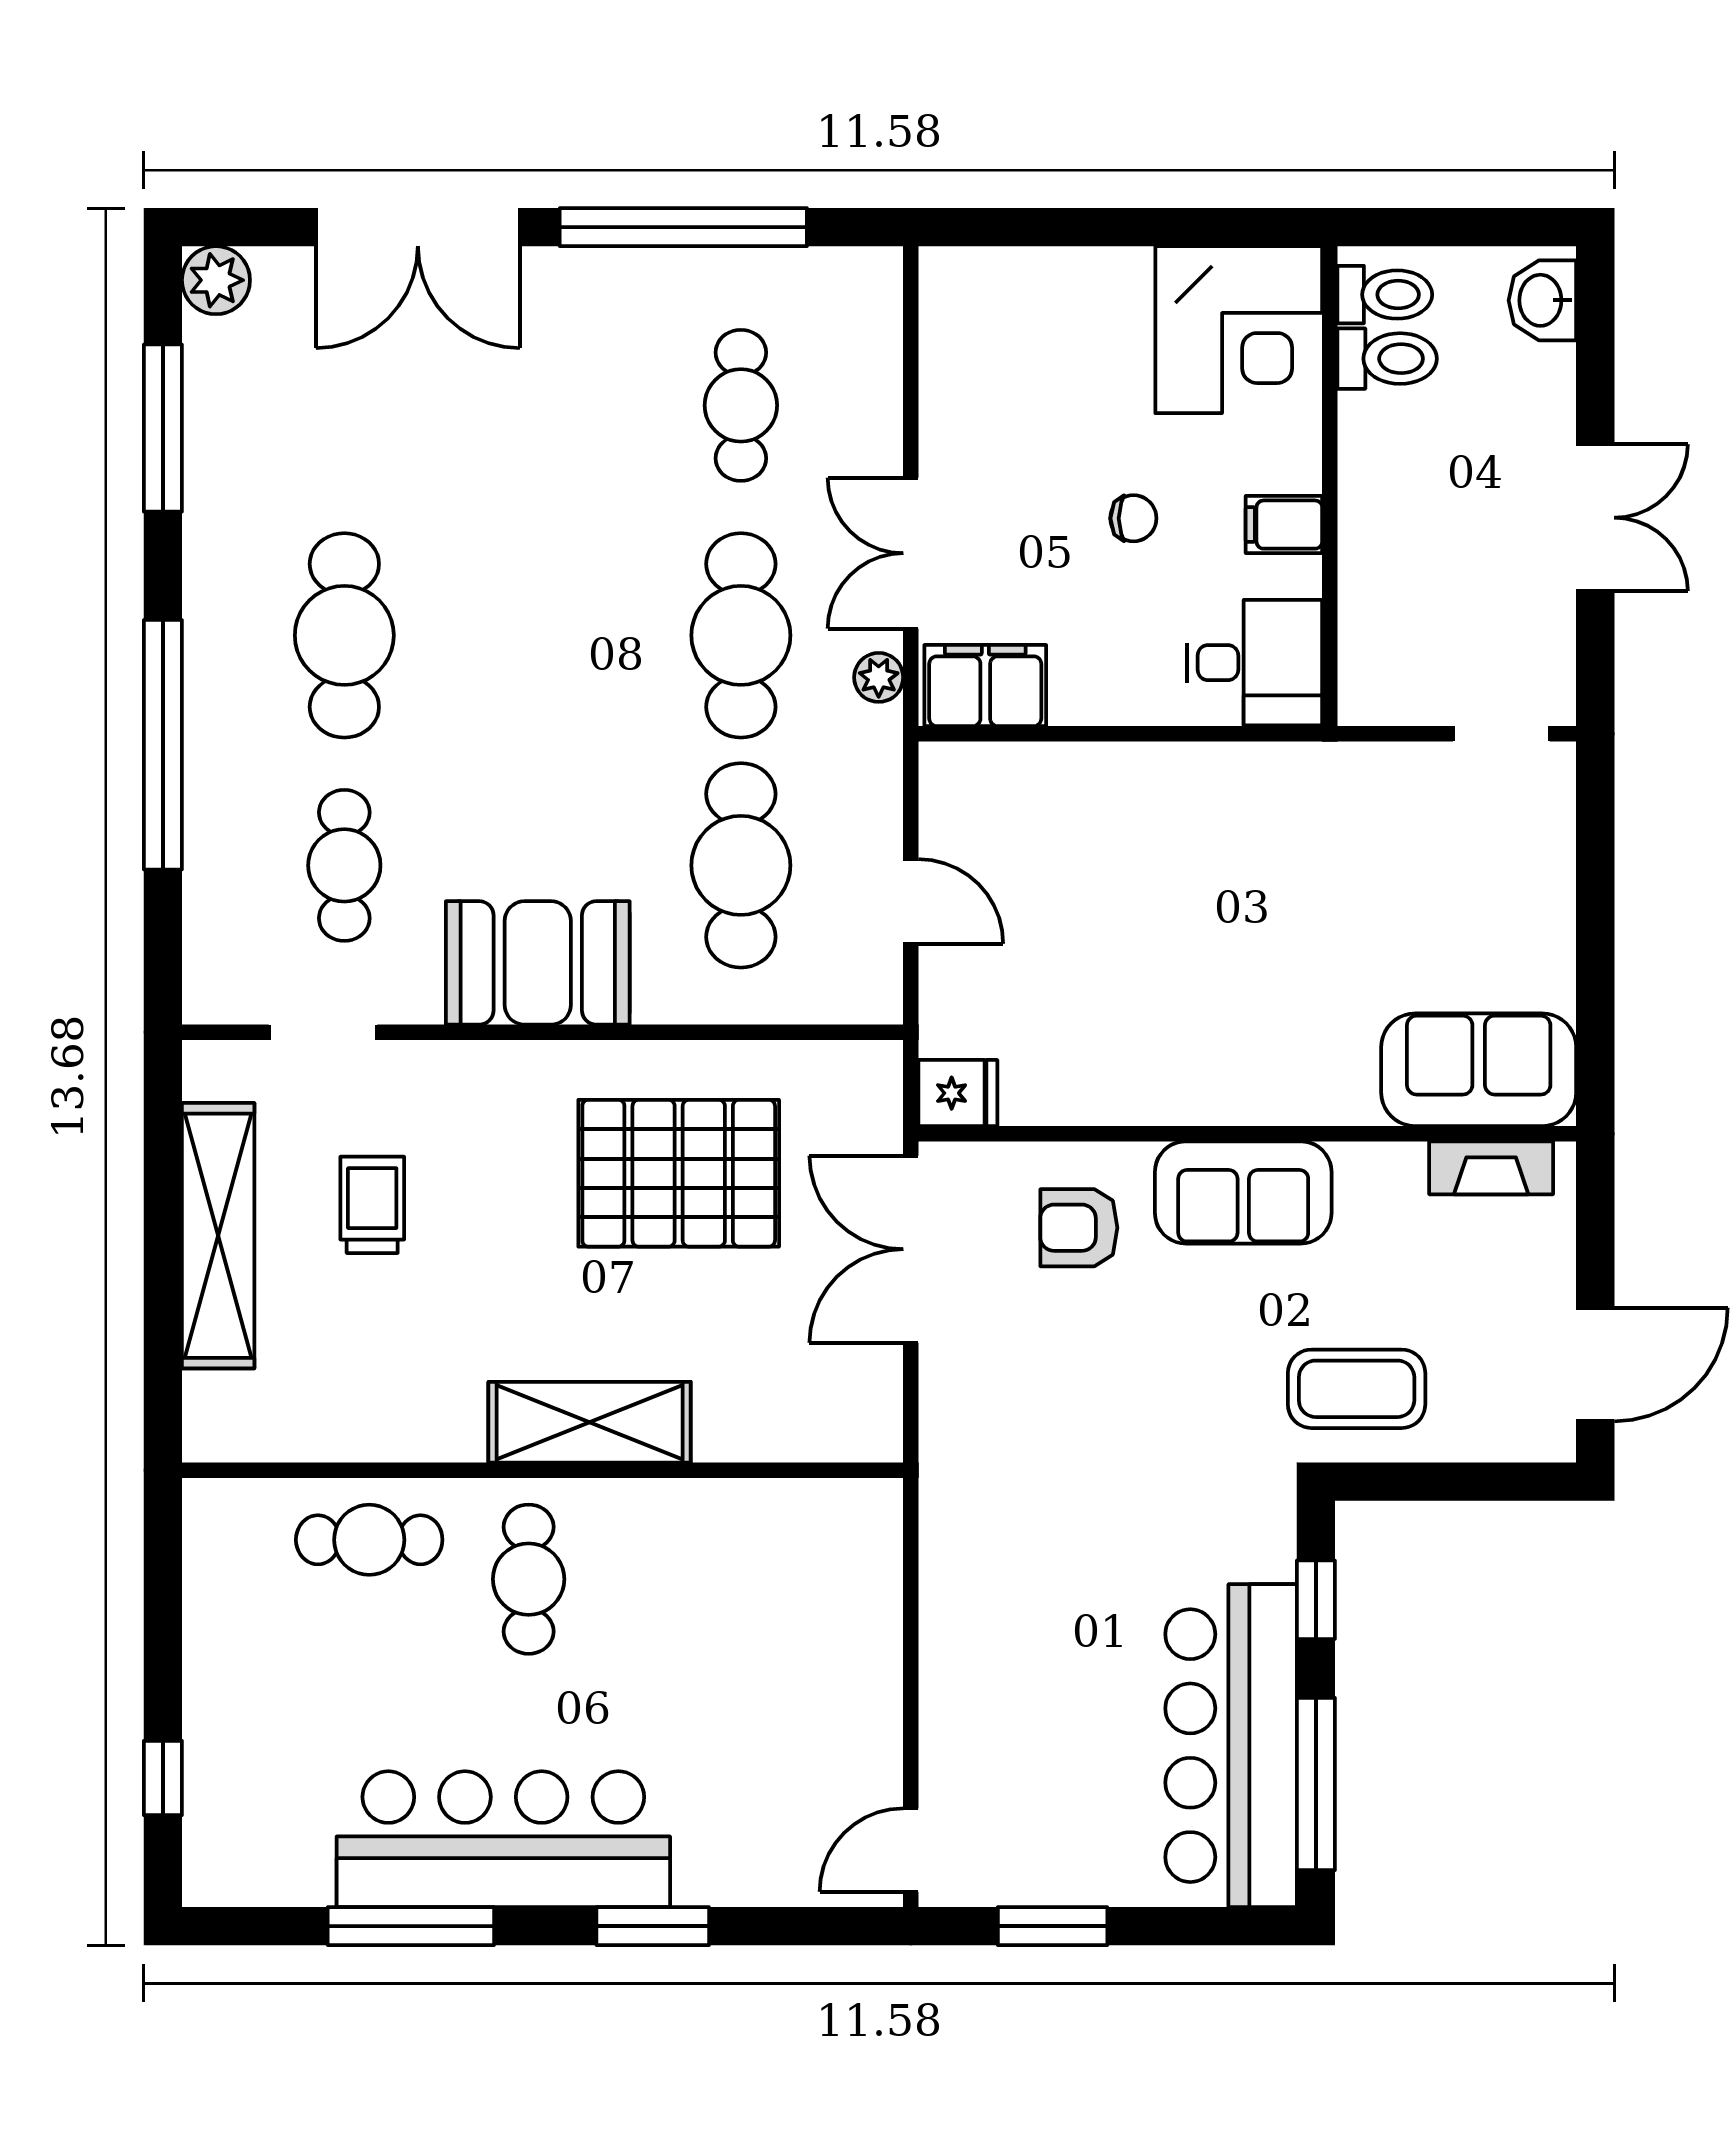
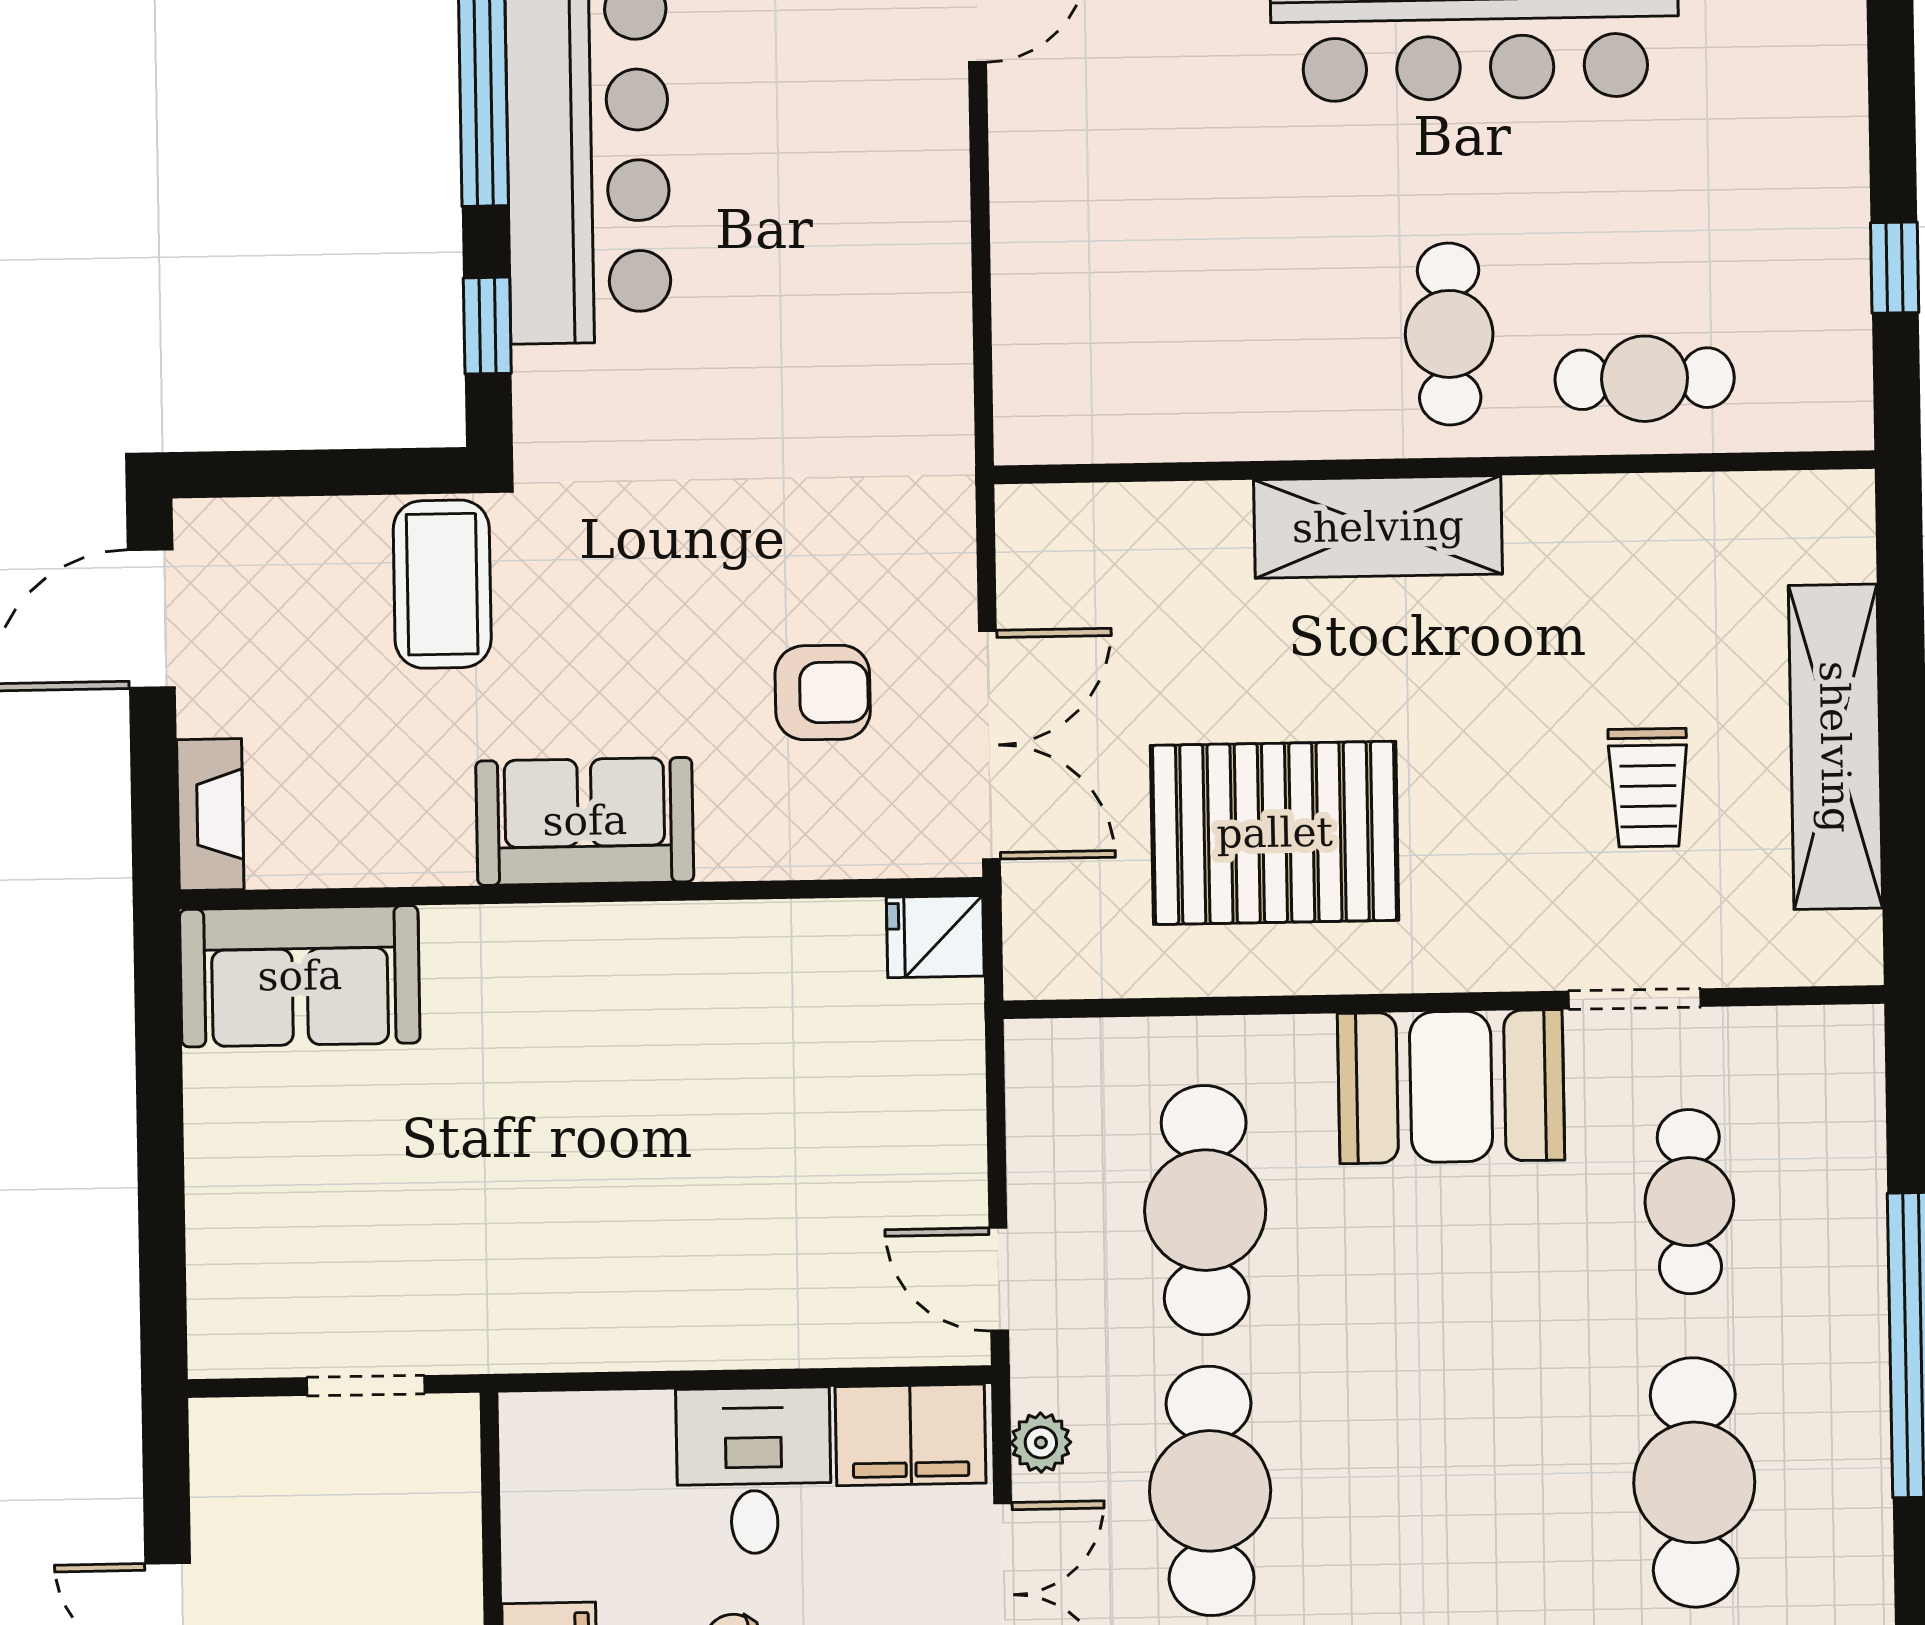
desk: (1255, 663) -> (754, 1471), moved, turned 90
doorway: (1501, 734) -> (366, 1385), moved
door: (911, 902) -> (999, 1279), moved
doorway: (323, 1032) -> (1635, 999), moved
fireplace: (1491, 1168) -> (210, 815), moved, turned 90
armchair: (1079, 1228) -> (823, 693), moved
coffee table: (1357, 1389) -> (442, 584), turned 90
window: (163, 1778) -> (1895, 268), moved

